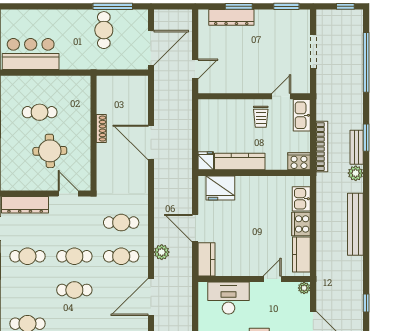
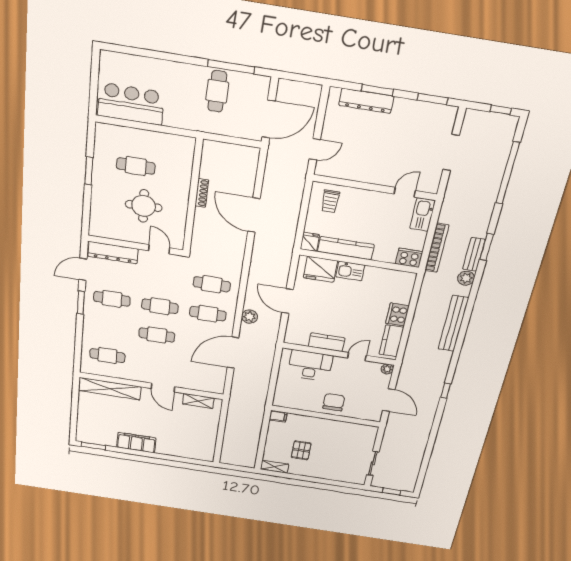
trolley: (261, 117) -> (330, 201), moved
kitchen sink: (301, 199) -> (350, 271), moved, turned -90
kitchen counter: (207, 259) -> (327, 342), moved, turned -90

